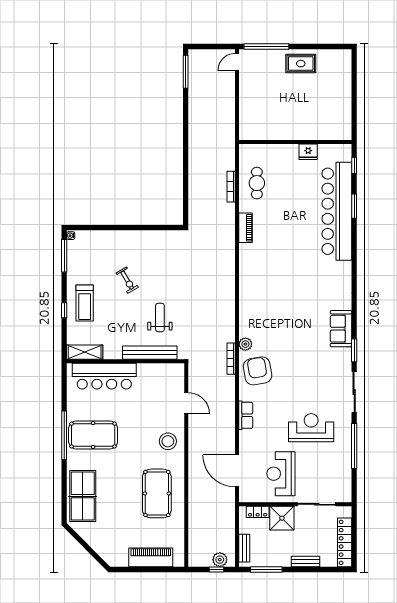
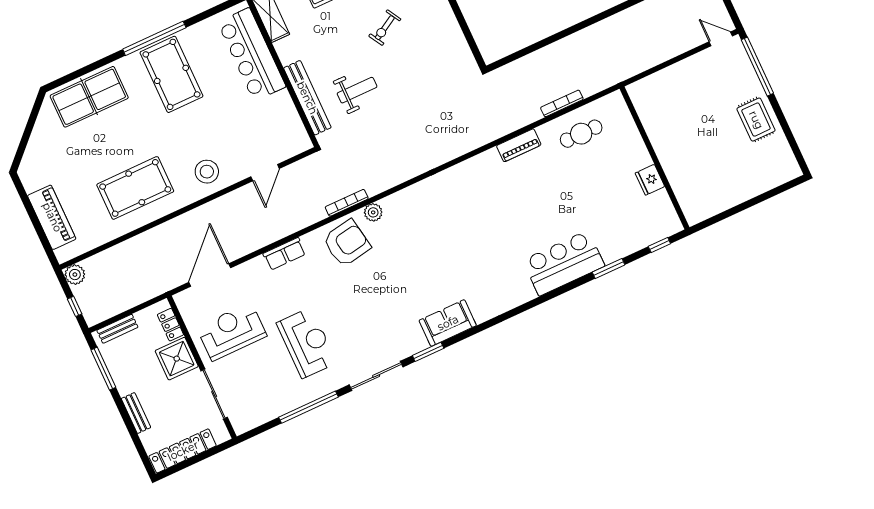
bar counter: (337, 211) -> (564, 263), width x0.54
plant: (220, 560) -> (75, 275), moved

